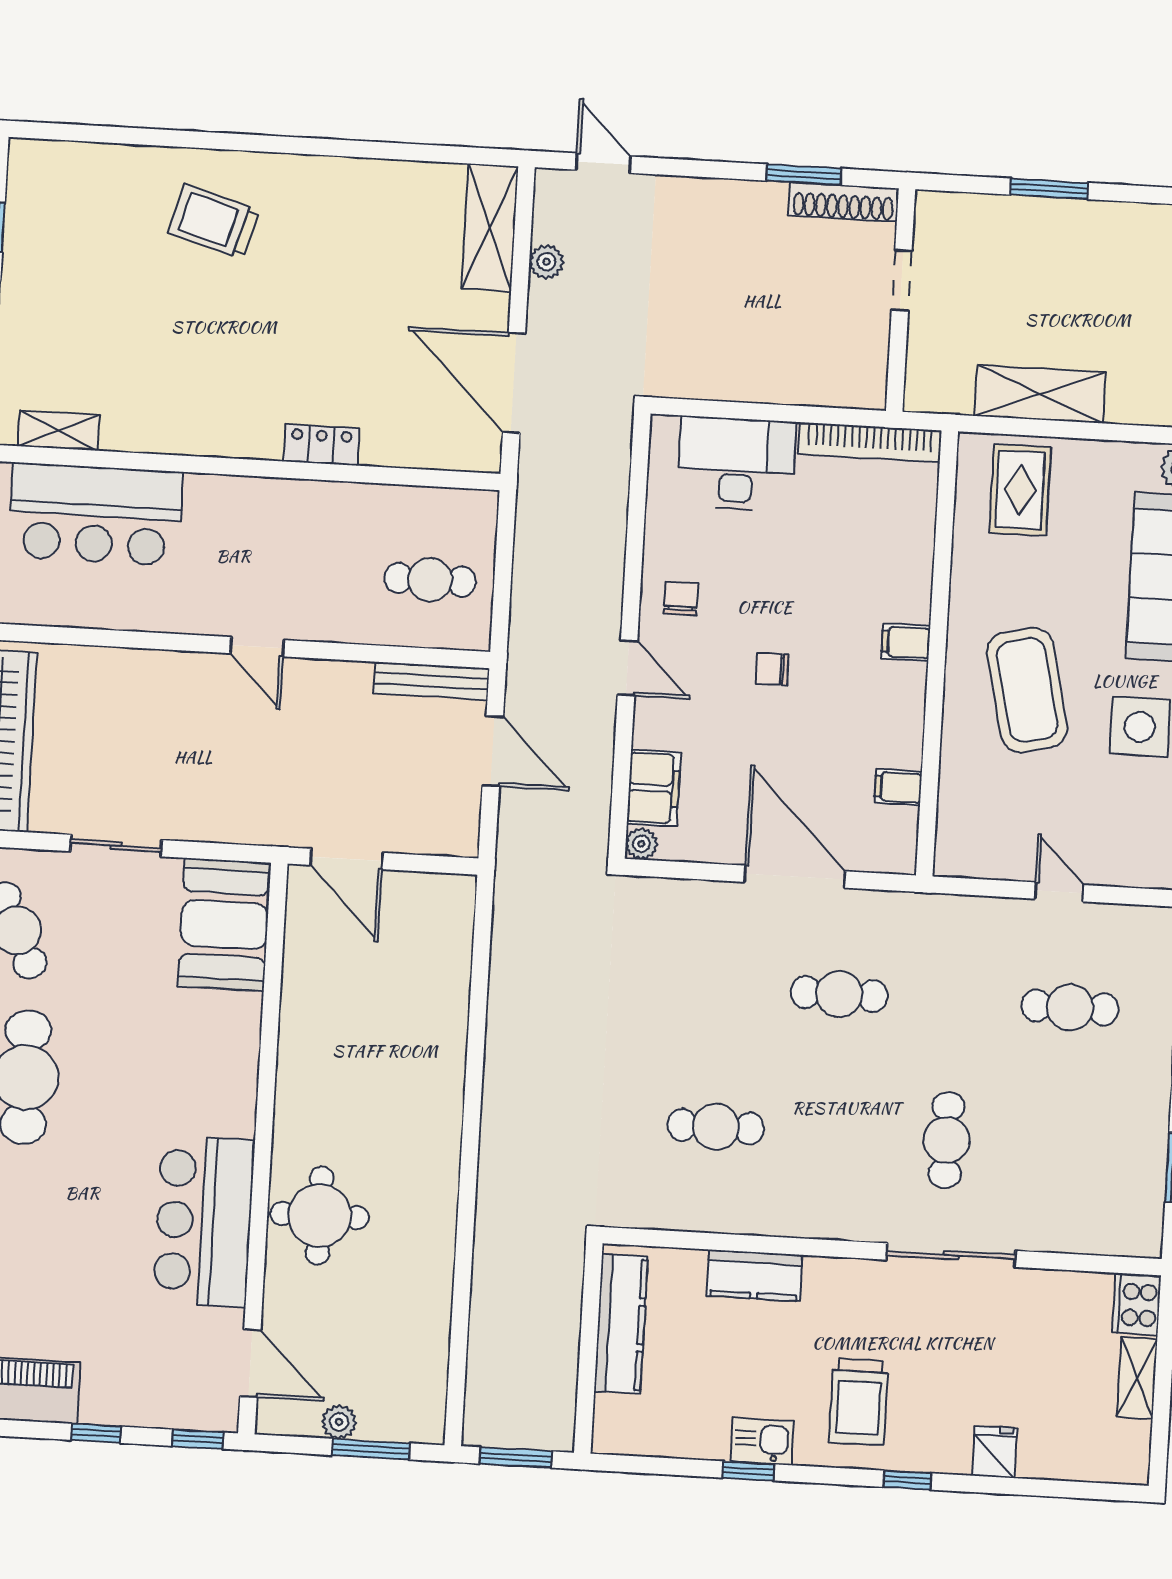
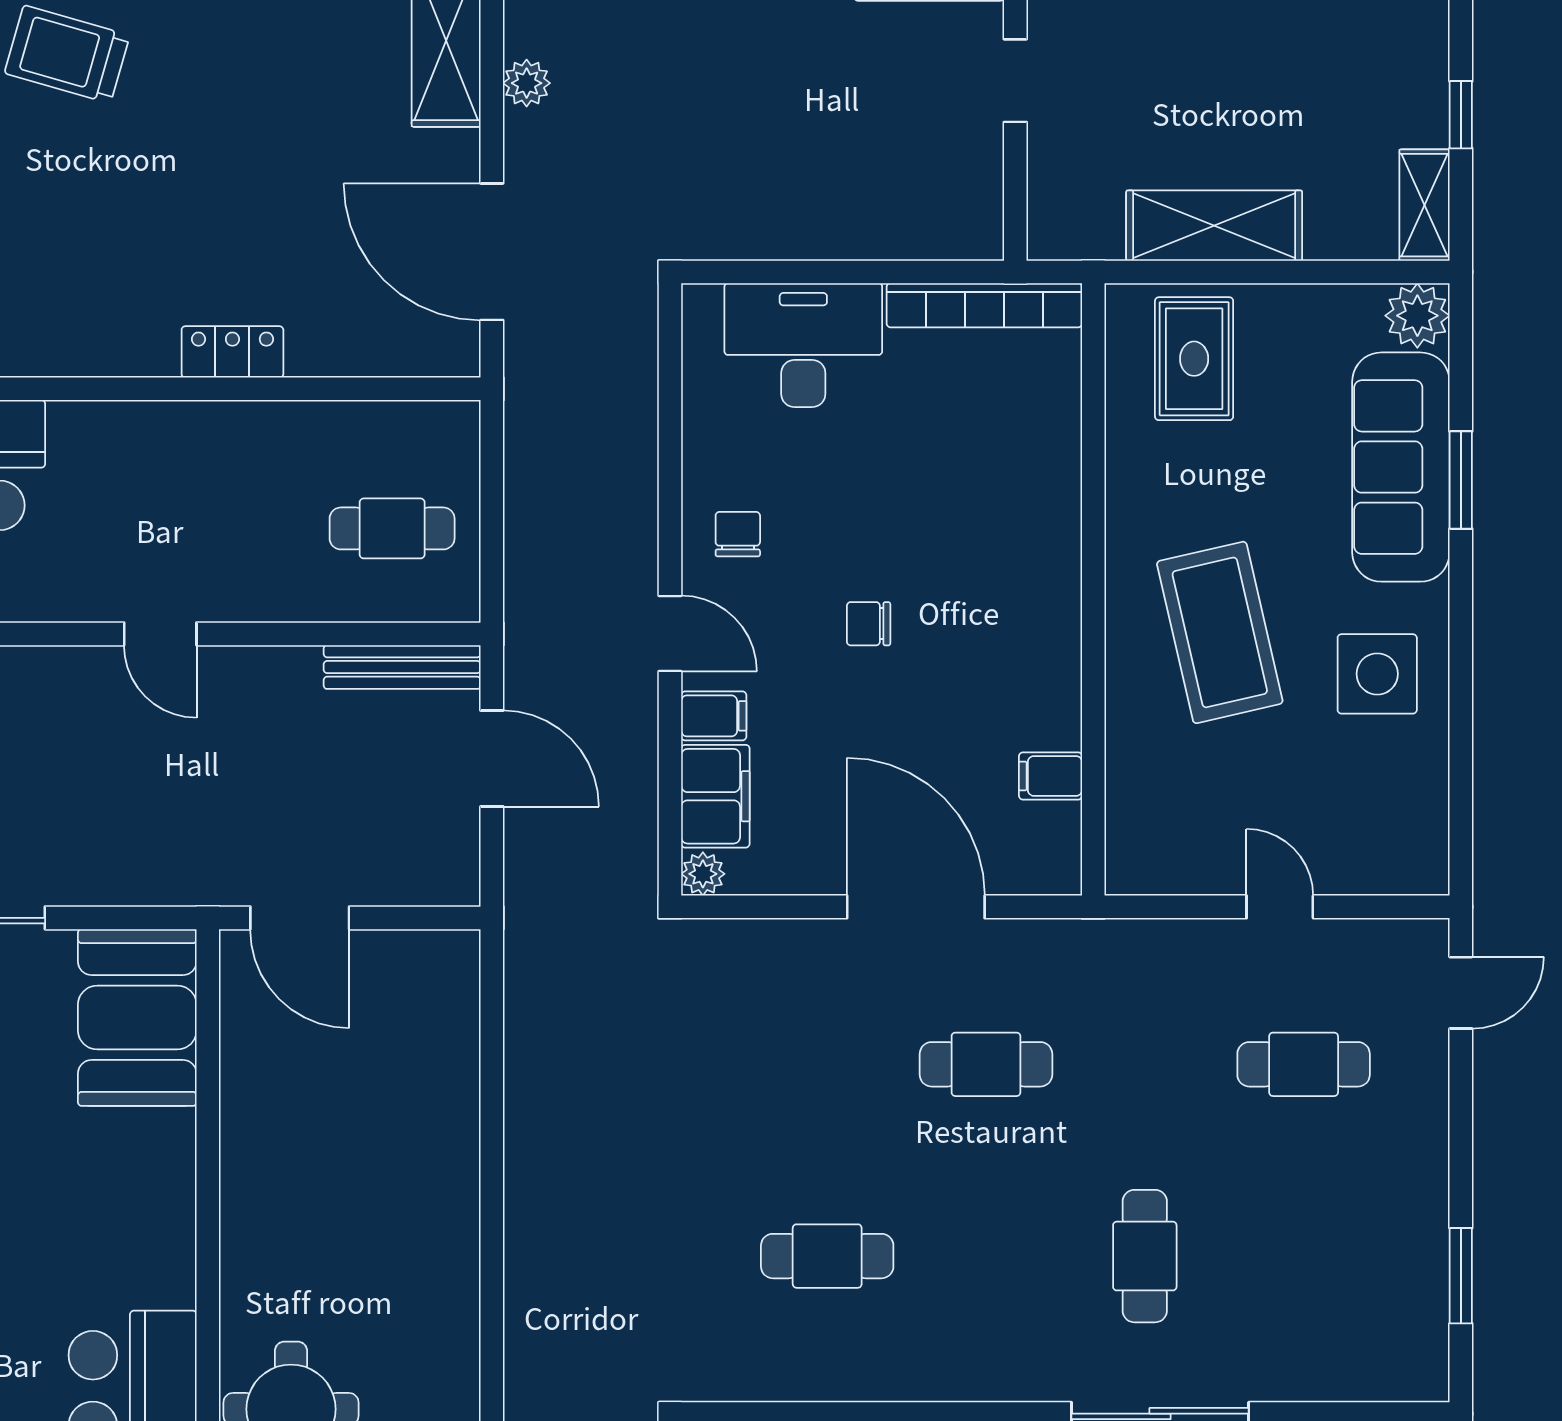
filing cabinet: (906, 642) -> (714, 716), moved, turned 180

